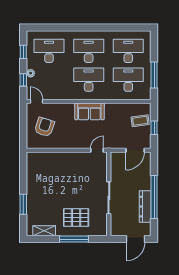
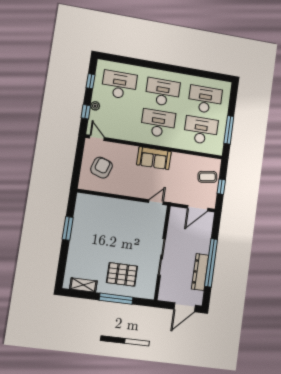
window: (23, 204) -> (68, 228), moved

